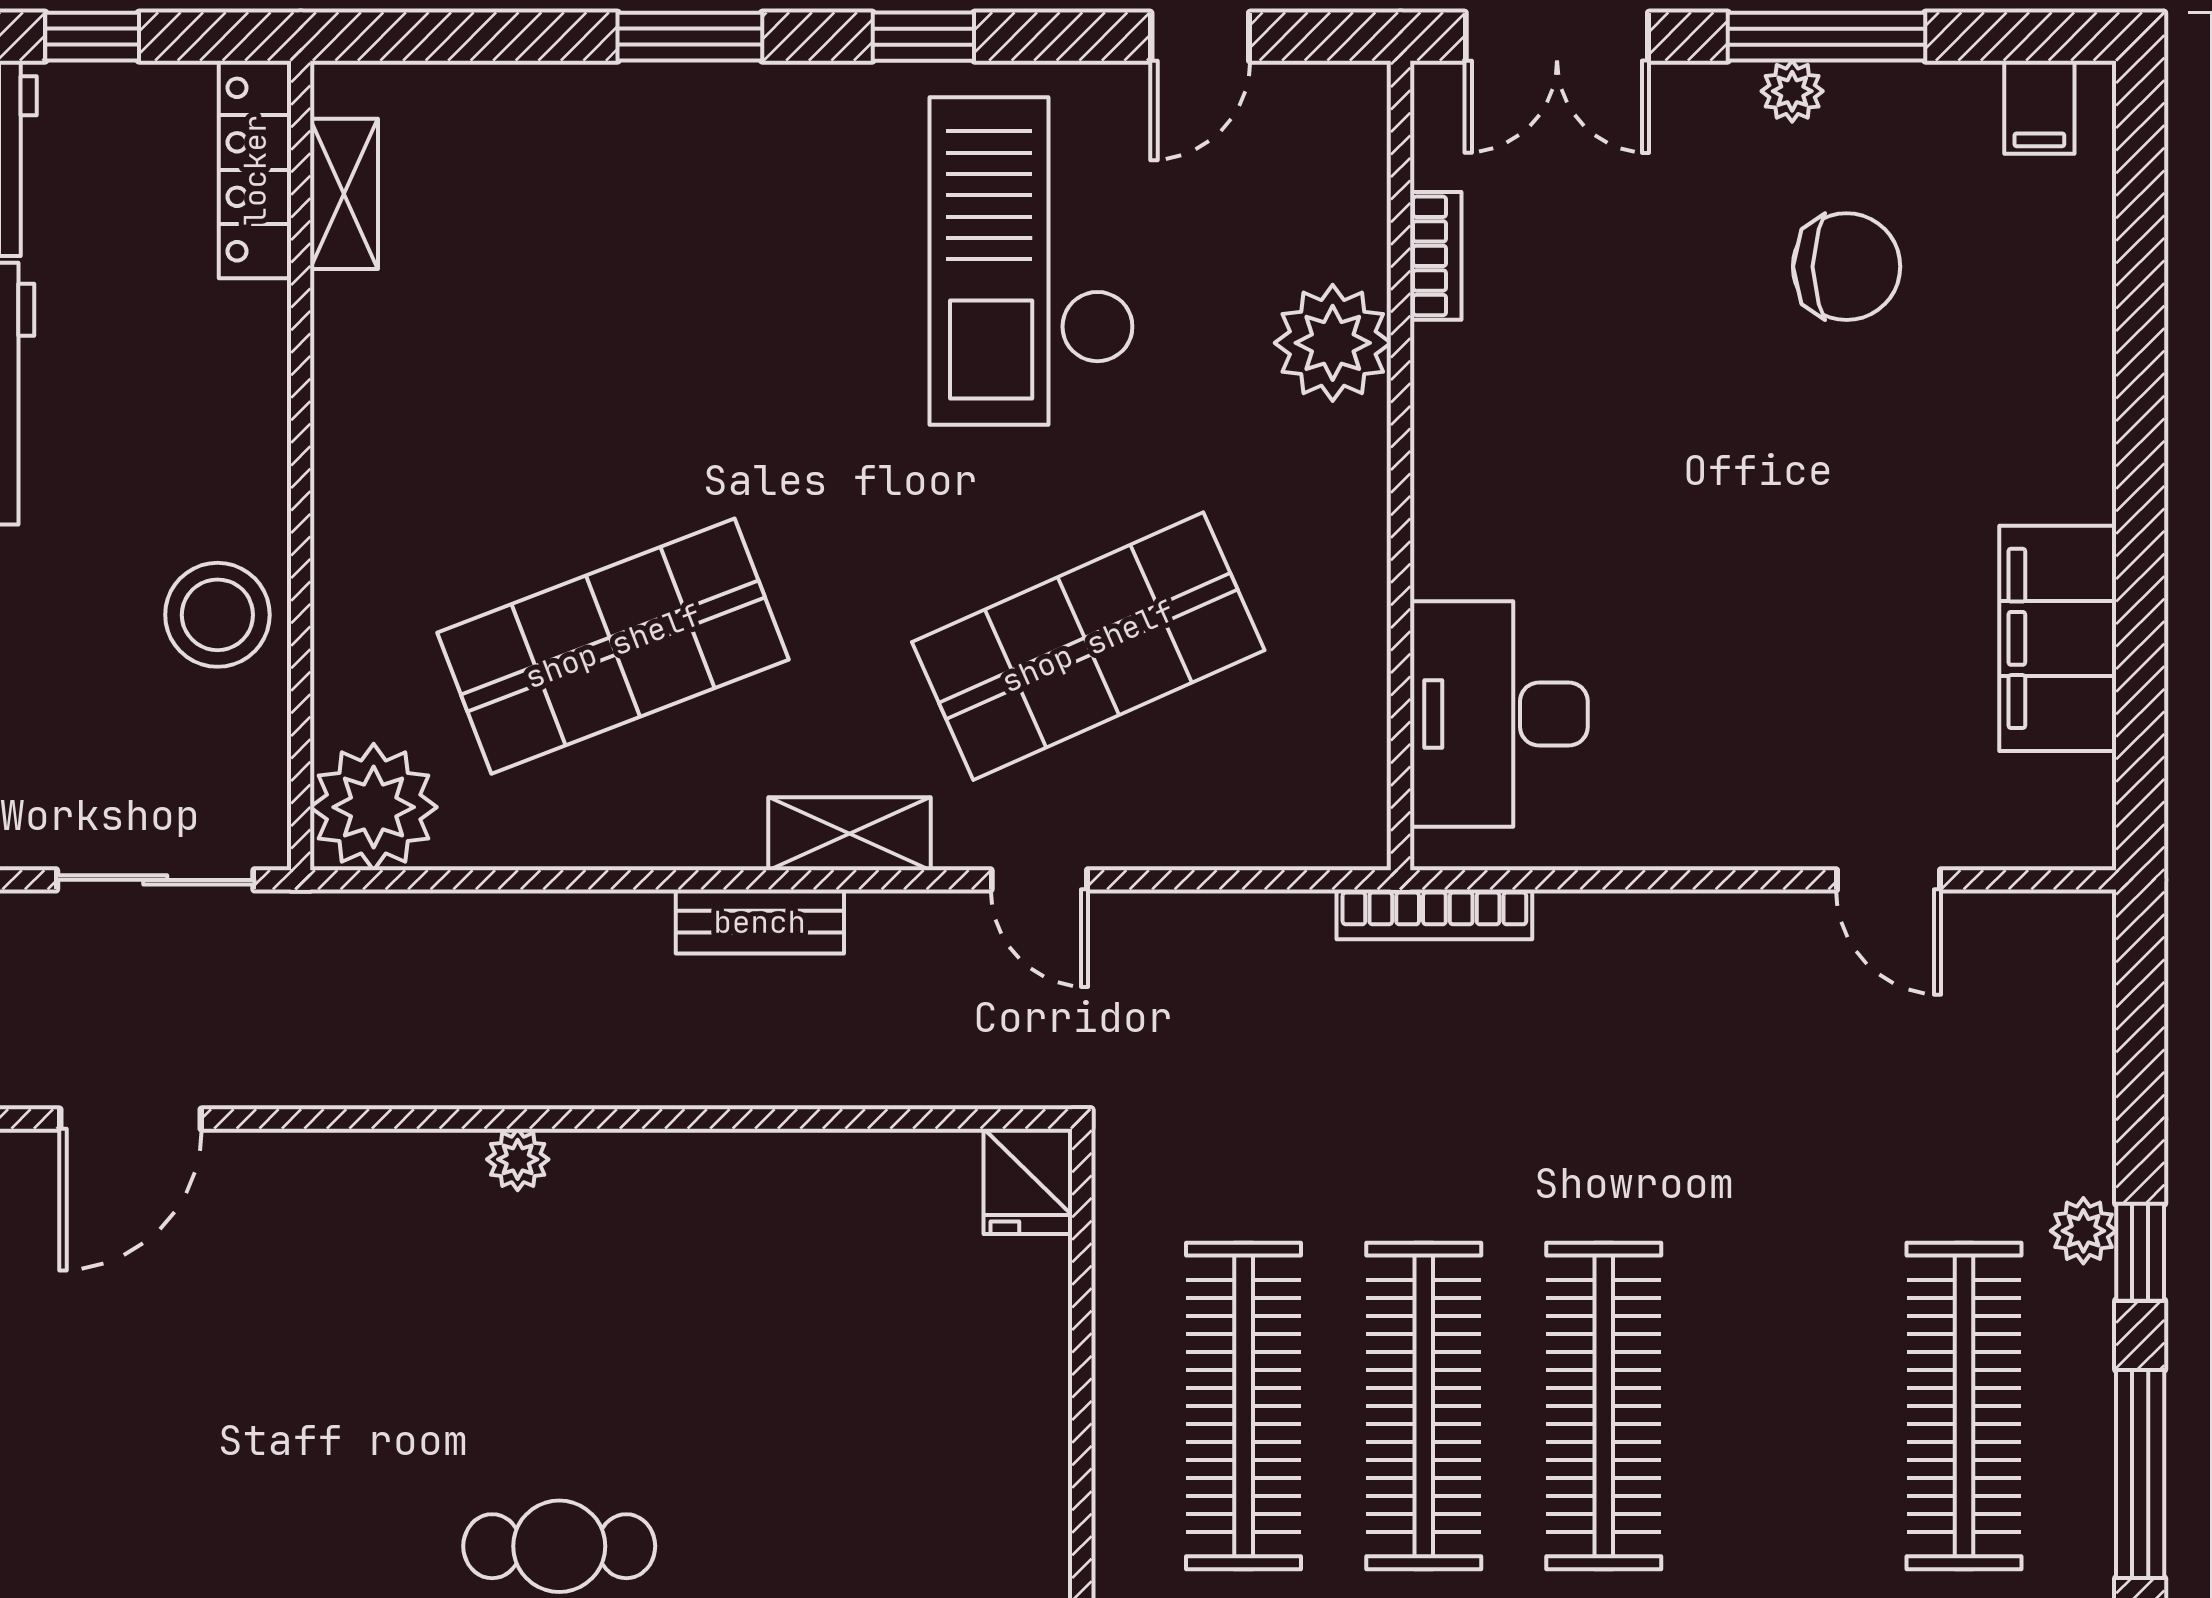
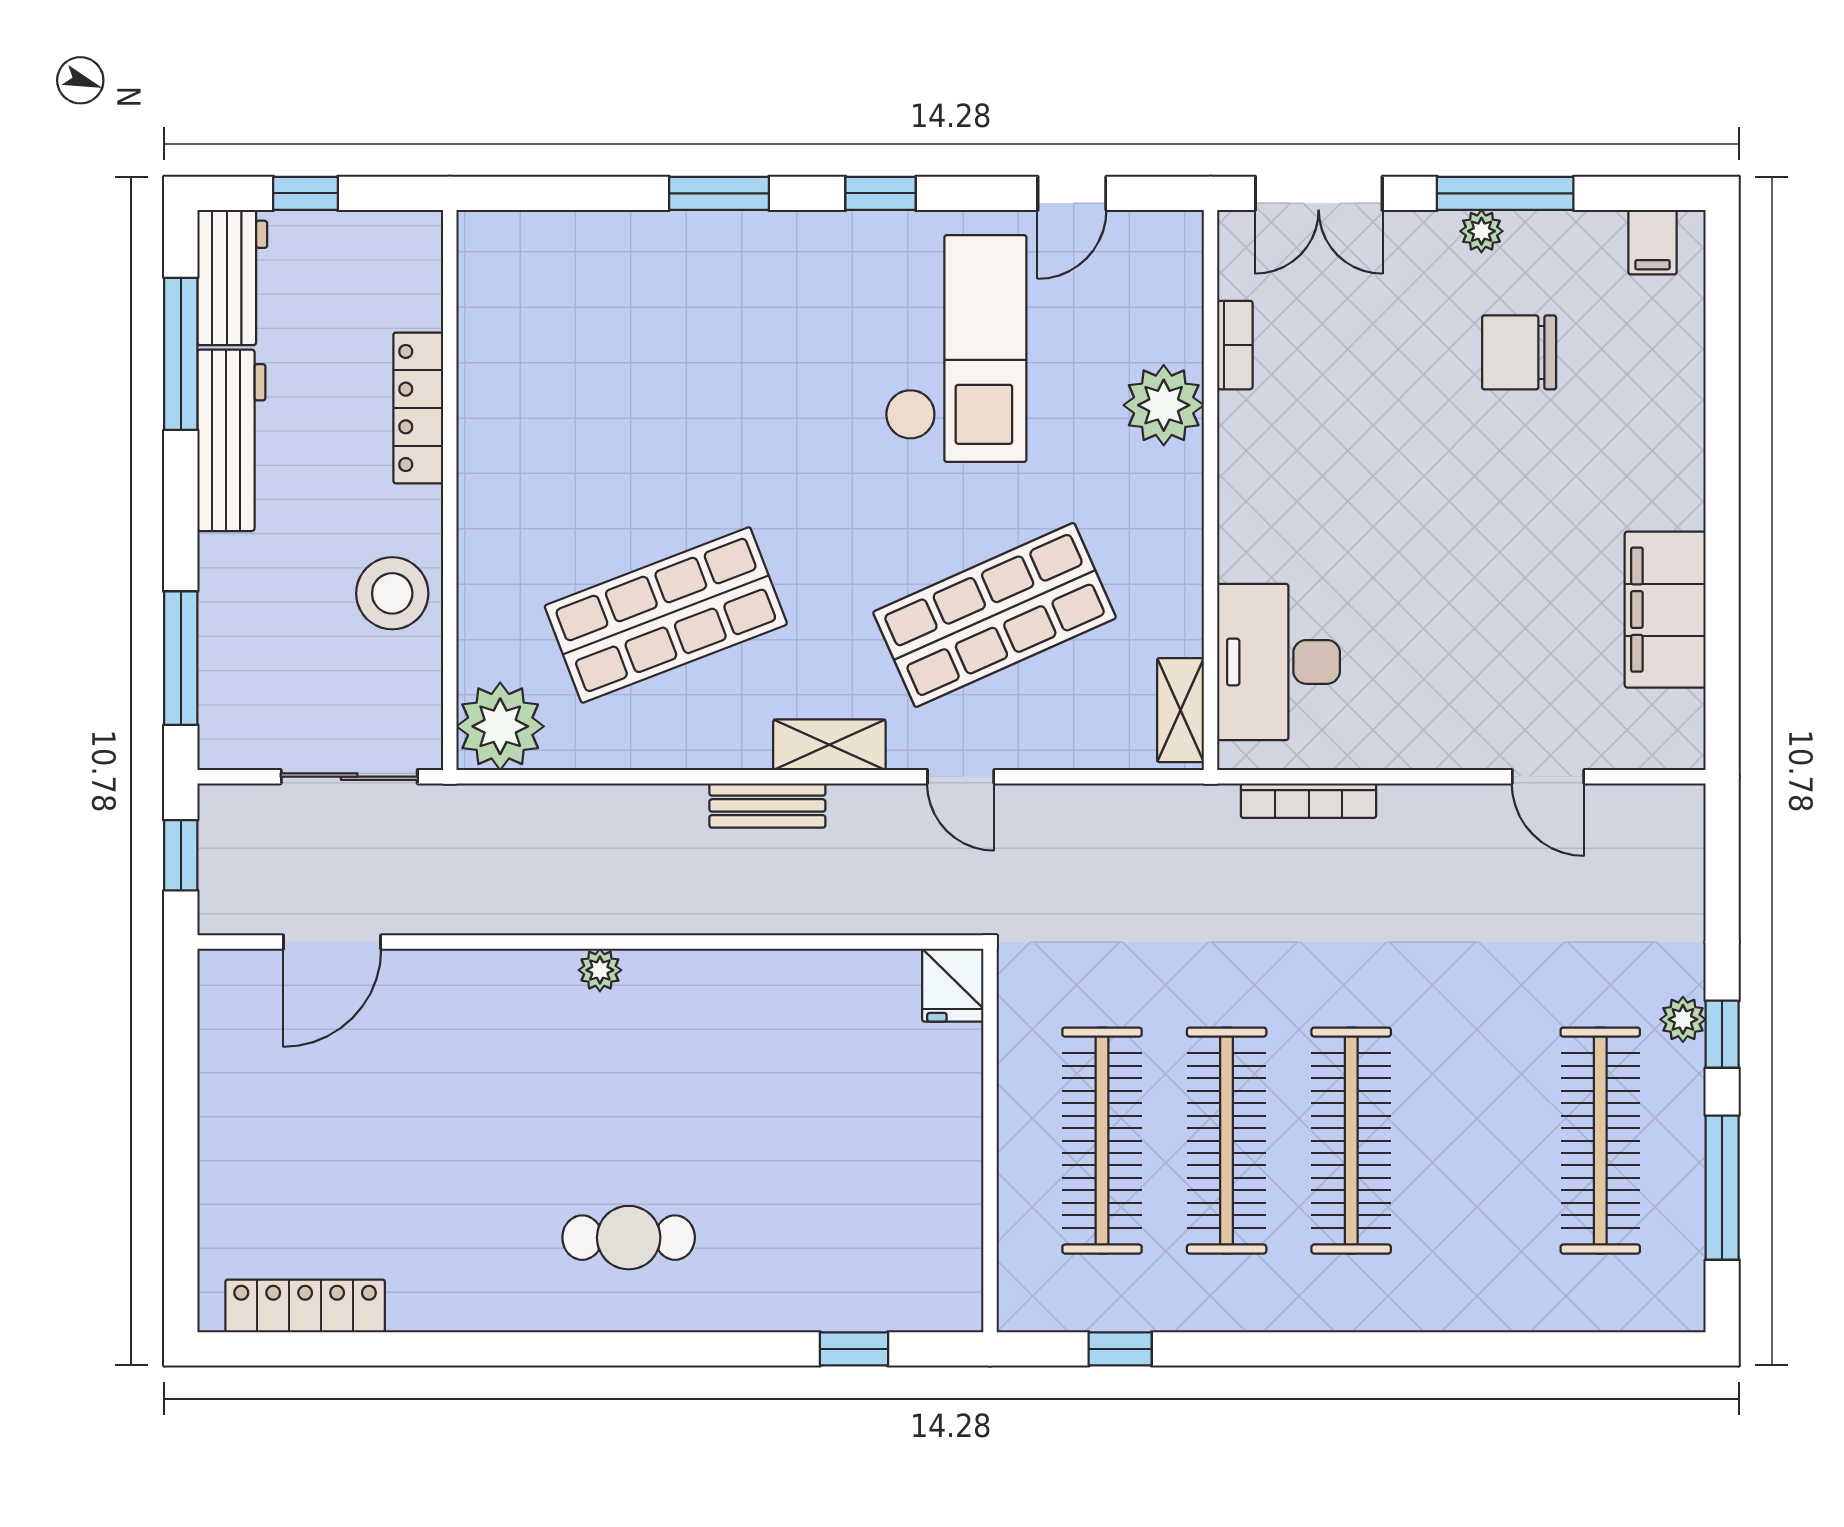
locker: (255, 170) -> (418, 408), moved
shelving: (344, 194) -> (1181, 710), moved
checkout: (1032, 261) -> (956, 349), turned 180
chair: (1847, 267) -> (1519, 352), turned 180
bookcase: (1434, 914) -> (1309, 801), moved

